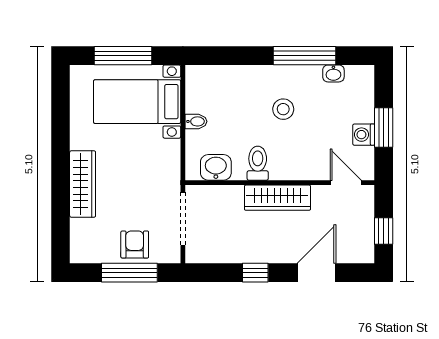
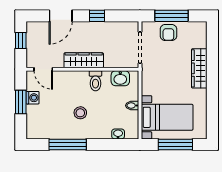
washbasin: (333, 73) -> (118, 134), moved

